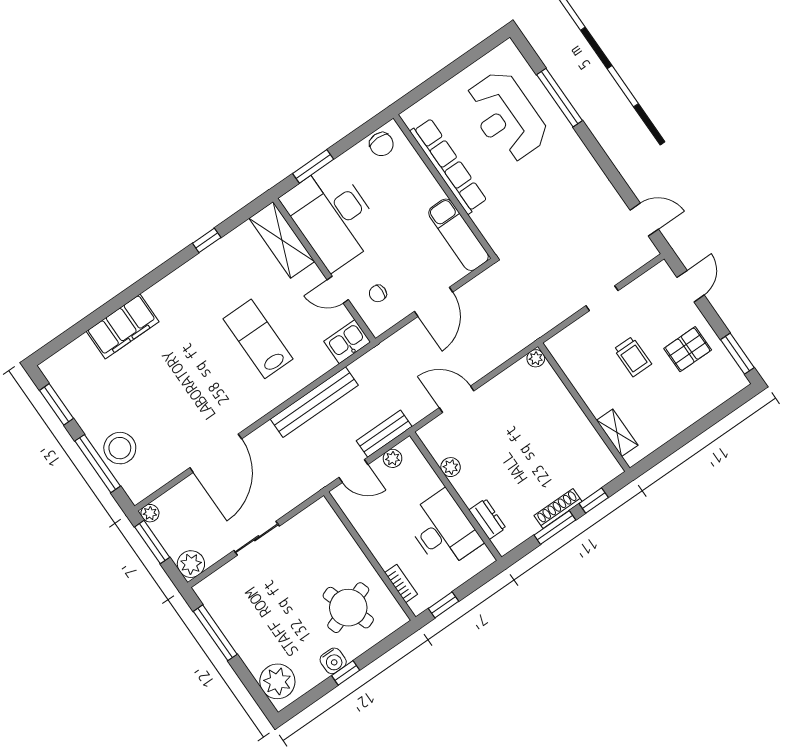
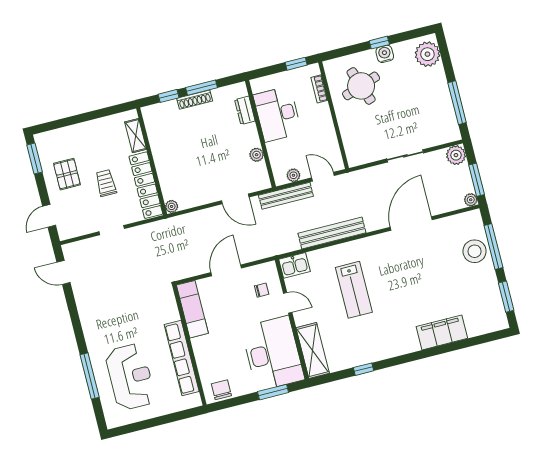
pallet: (688, 349) -> (67, 174), turned 90
locker: (580, 373) -> (146, 185), added
bench: (384, 434) -> (286, 196), width x1.36

